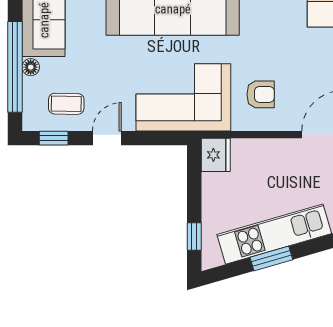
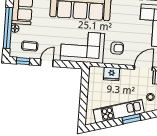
fridge: (216, 155) -> (112, 74), moved, turned 90
window: (194, 236) -> (83, 110), removed
window: (271, 258) -> (131, 119), moved

